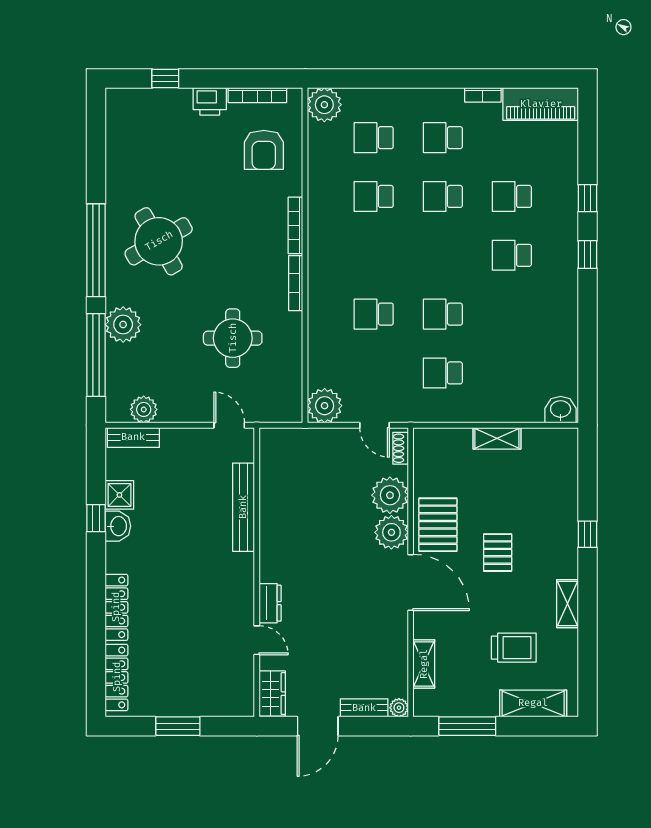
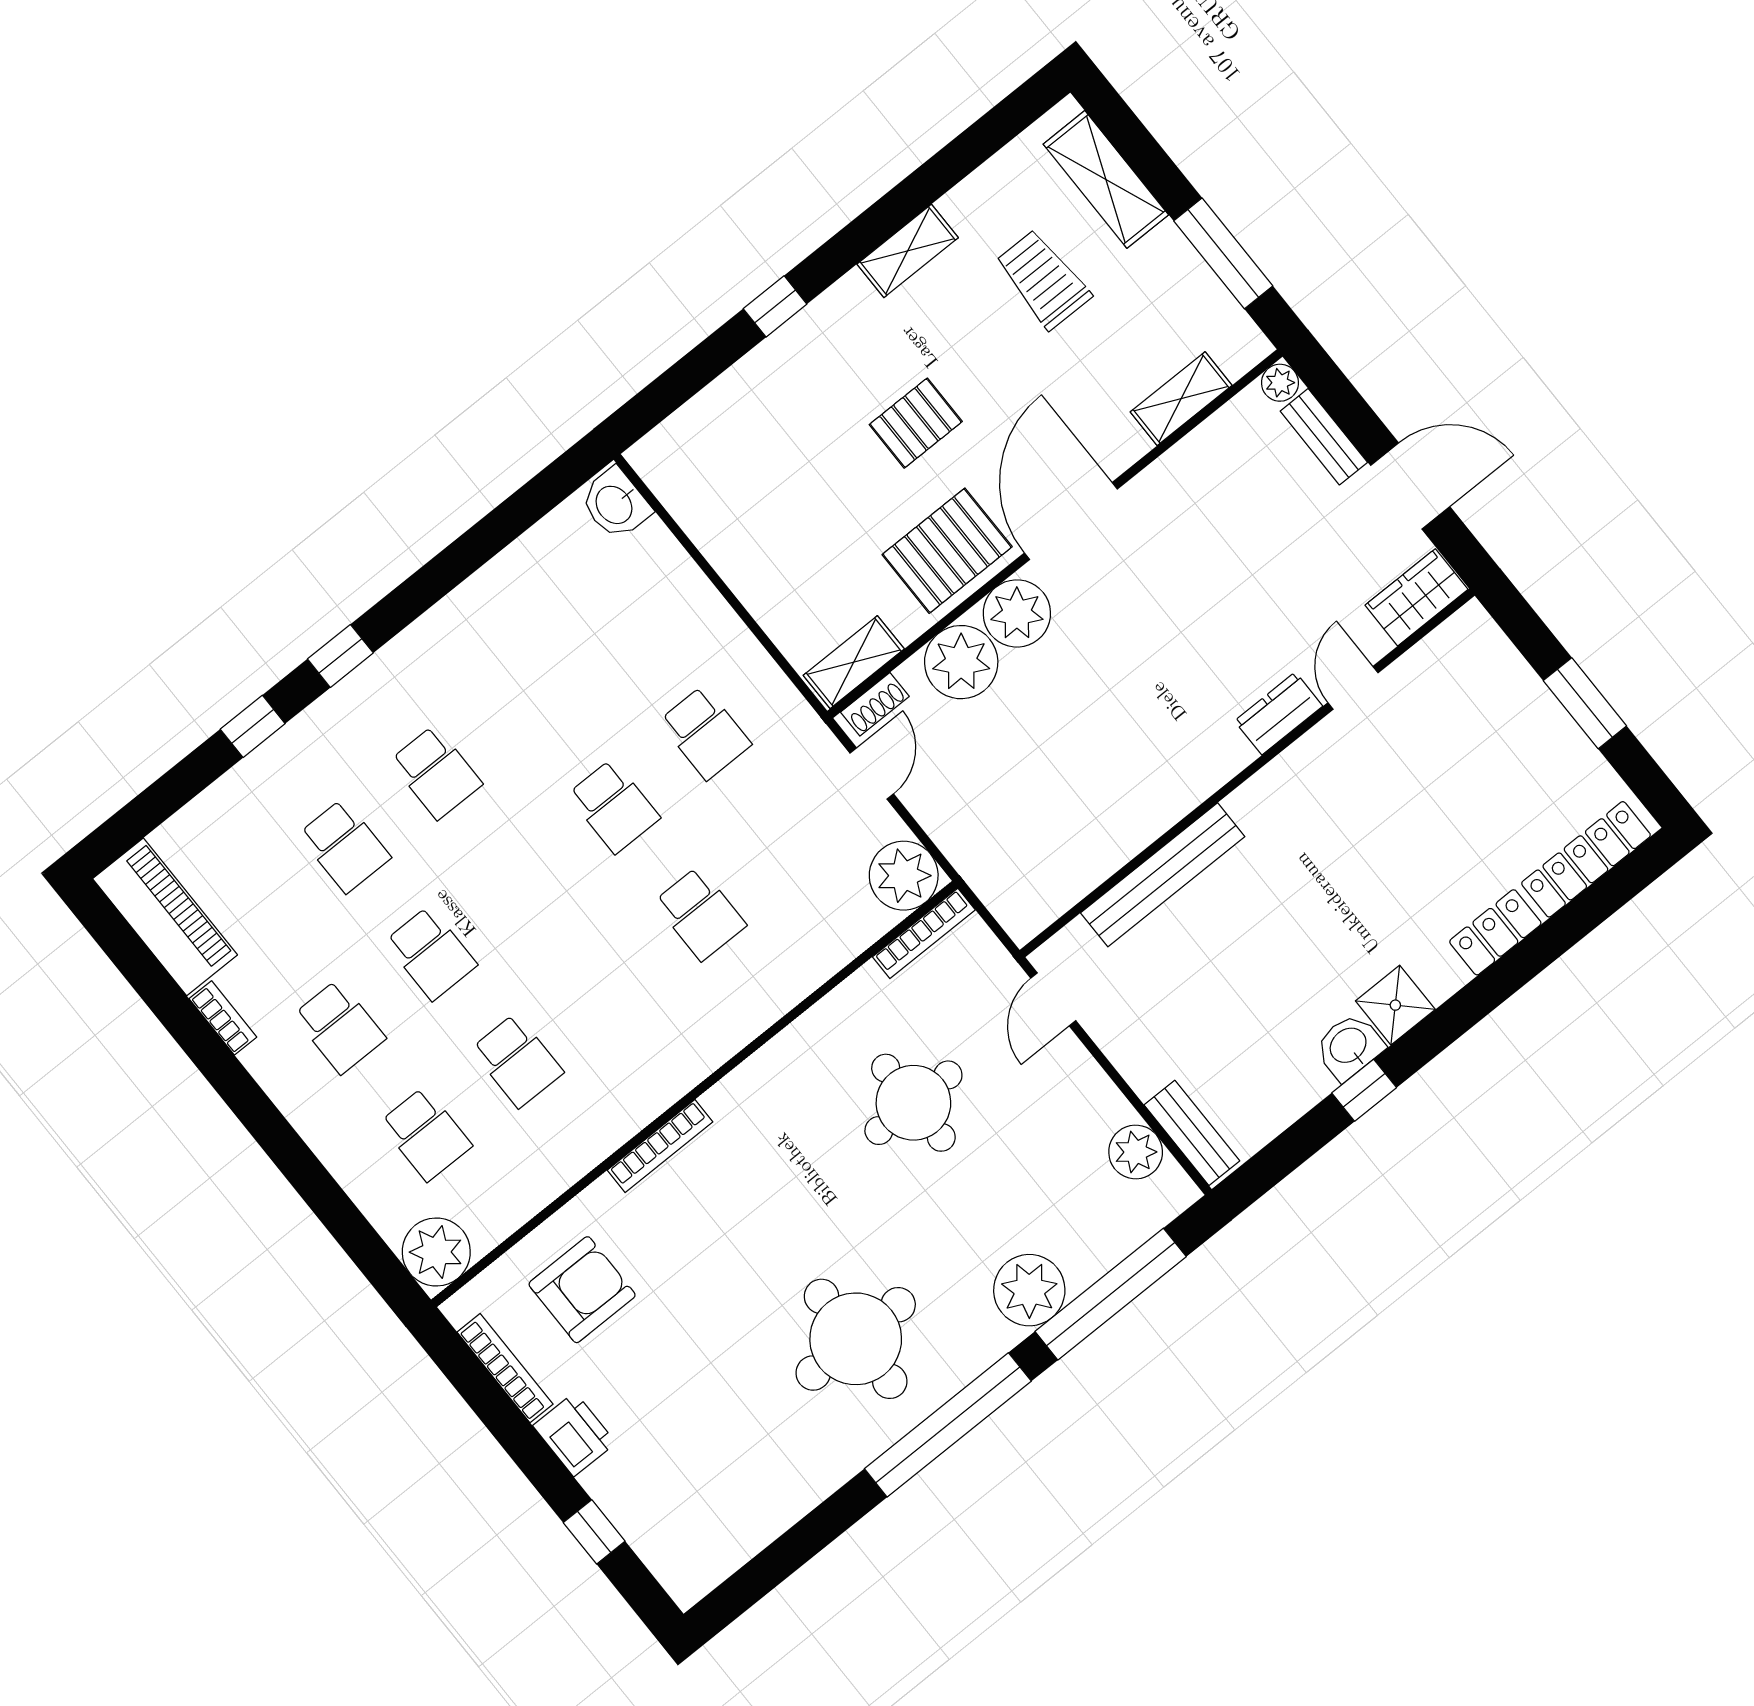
round table: (159, 241) -> (856, 1339), turned 30
bookcase: (296, 283) -> (924, 933), moved
shelving: (497, 438) -> (854, 662), moved, turned 90
shower: (119, 495) -> (1395, 1005), moved
locker: (116, 607) -> (1495, 932), width x0.66

